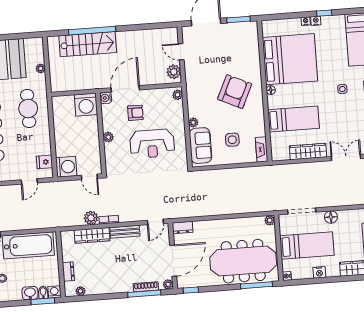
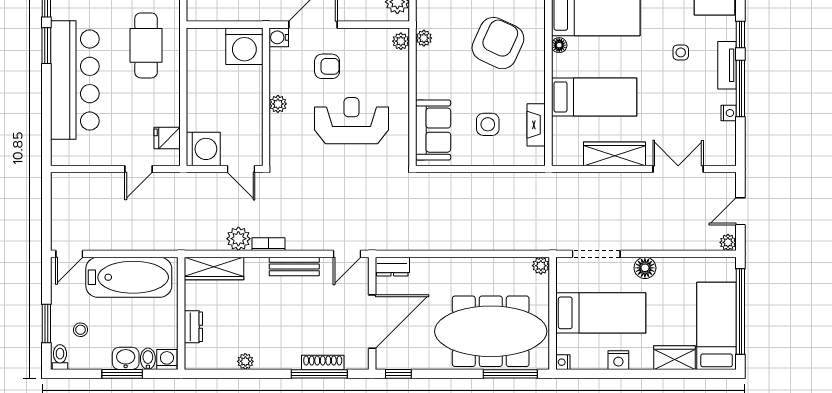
plant: (193, 122) -> (424, 38), moved
reception desk: (152, 144) -> (351, 121), turned 180
fireplace: (262, 149) -> (536, 125), moved
wardrobe: (92, 235) -> (214, 268), moved
plant: (168, 284) -> (361, 361), removed
plant: (80, 291) -> (245, 361), moved
window: (43, 301) -> (122, 374), moved

